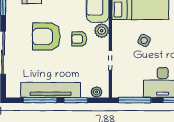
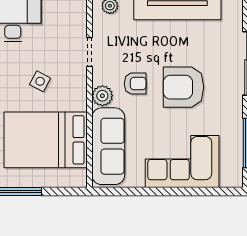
armchair: (46, 36) -> (184, 87), turned 180

